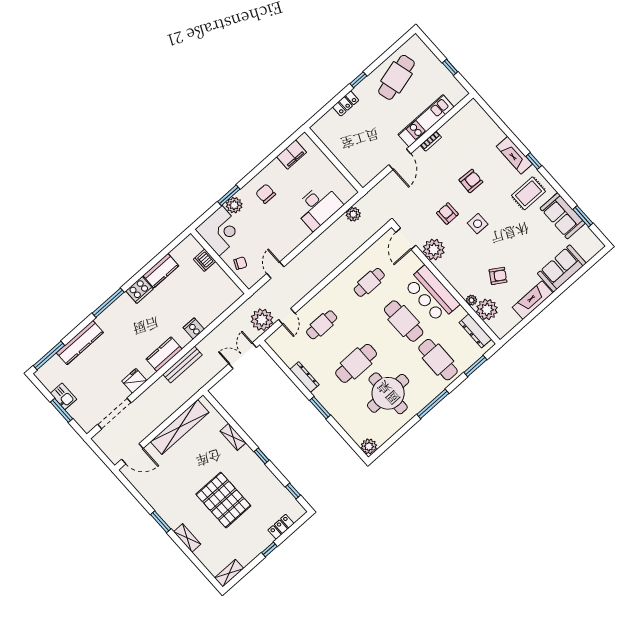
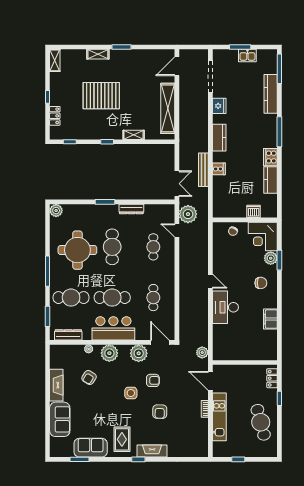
wall: (334, 160) -> (245, 362), moved
plant: (353, 214) -> (202, 353), moved
door: (275, 270) -> (210, 281), moved
plant: (487, 309) -> (109, 353), moved
bench: (183, 365) -> (203, 170), moved

